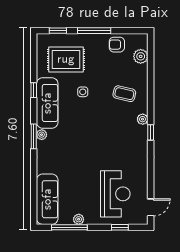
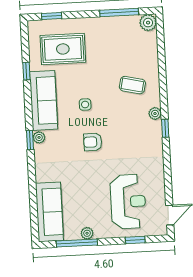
window: (94, 31) -> (119, 13), moved
armchair: (117, 45) -> (93, 142), moved
plant: (141, 56) -> (148, 23), moved
window: (34, 90) -> (26, 71), moved
side table: (83, 92) -> (85, 105), moved
window: (34, 136) -> (30, 140), width x0.67

